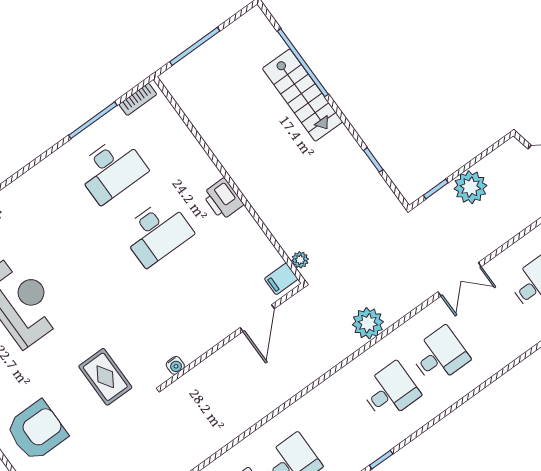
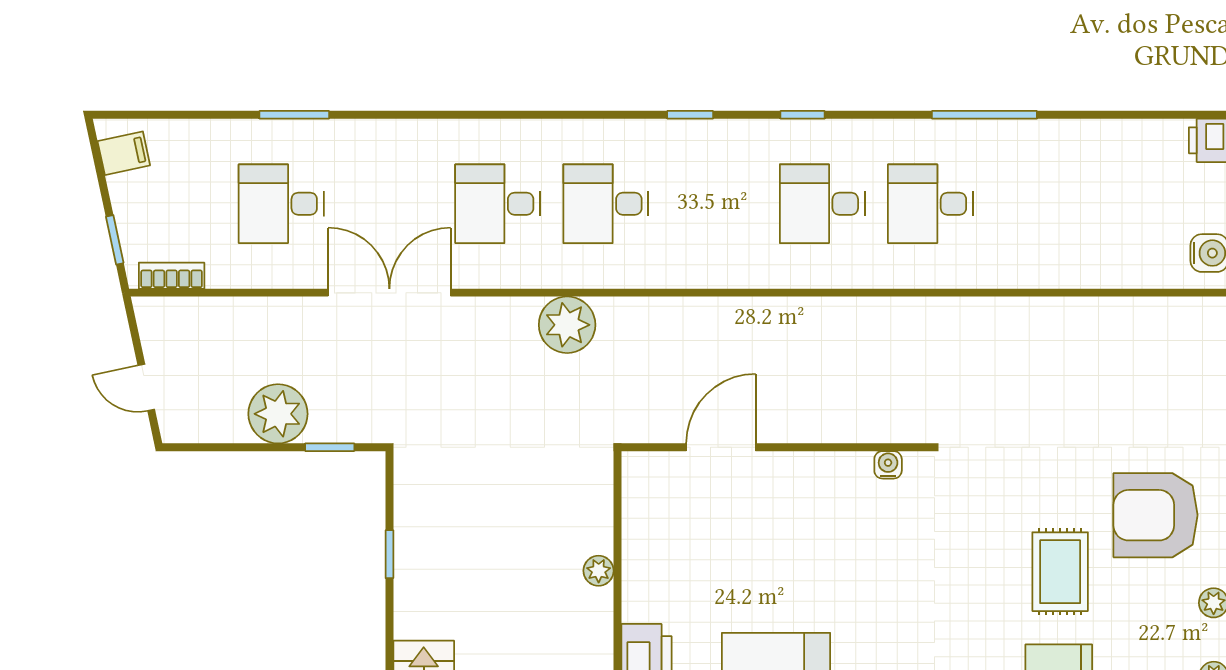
plant: (300, 260) -> (599, 571), moved
filing cabinet: (281, 279) -> (646, 479), removed
double door: (460, 279) -> (389, 293), width x1.37
rug: (105, 377) -> (1060, 572), moved

